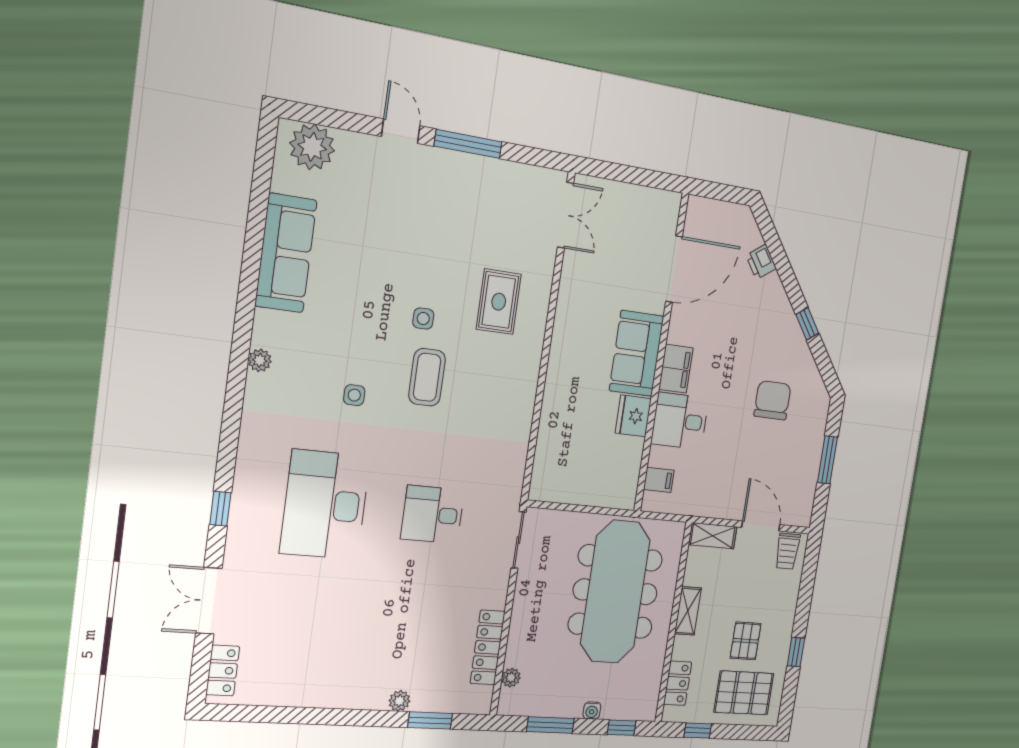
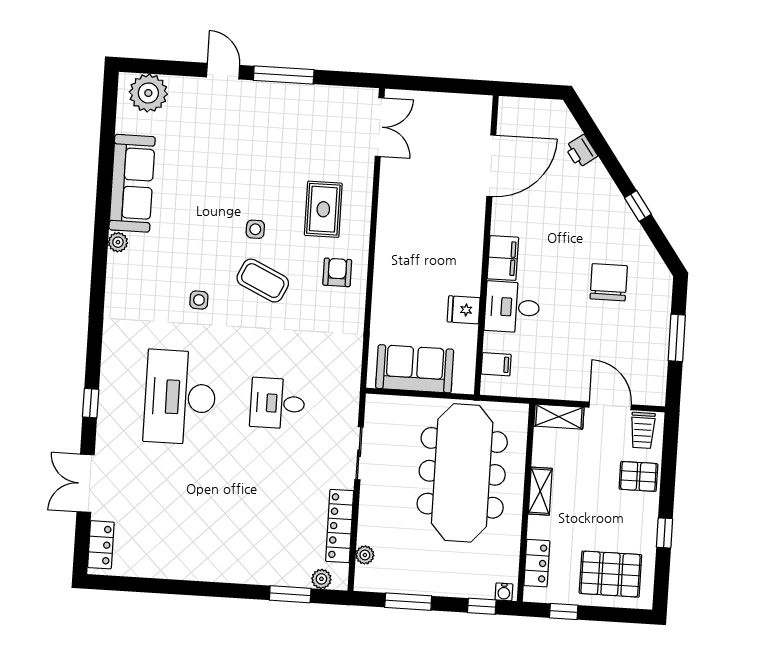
sofa: (637, 353) -> (415, 369), moved, turned 90
plant: (260, 360) -> (118, 242), moved
armchair: (508, 373) -> (337, 272), added
coffee table: (427, 377) -> (263, 281), turned -65
fridge: (633, 416) -> (464, 310), width x0.72
sliding door: (518, 540) -> (359, 453), moved
pallet: (746, 641) -> (638, 476), moved, turned 90
plant: (399, 701) -> (321, 579), moved
water cooler: (592, 710) -> (504, 592), moved

